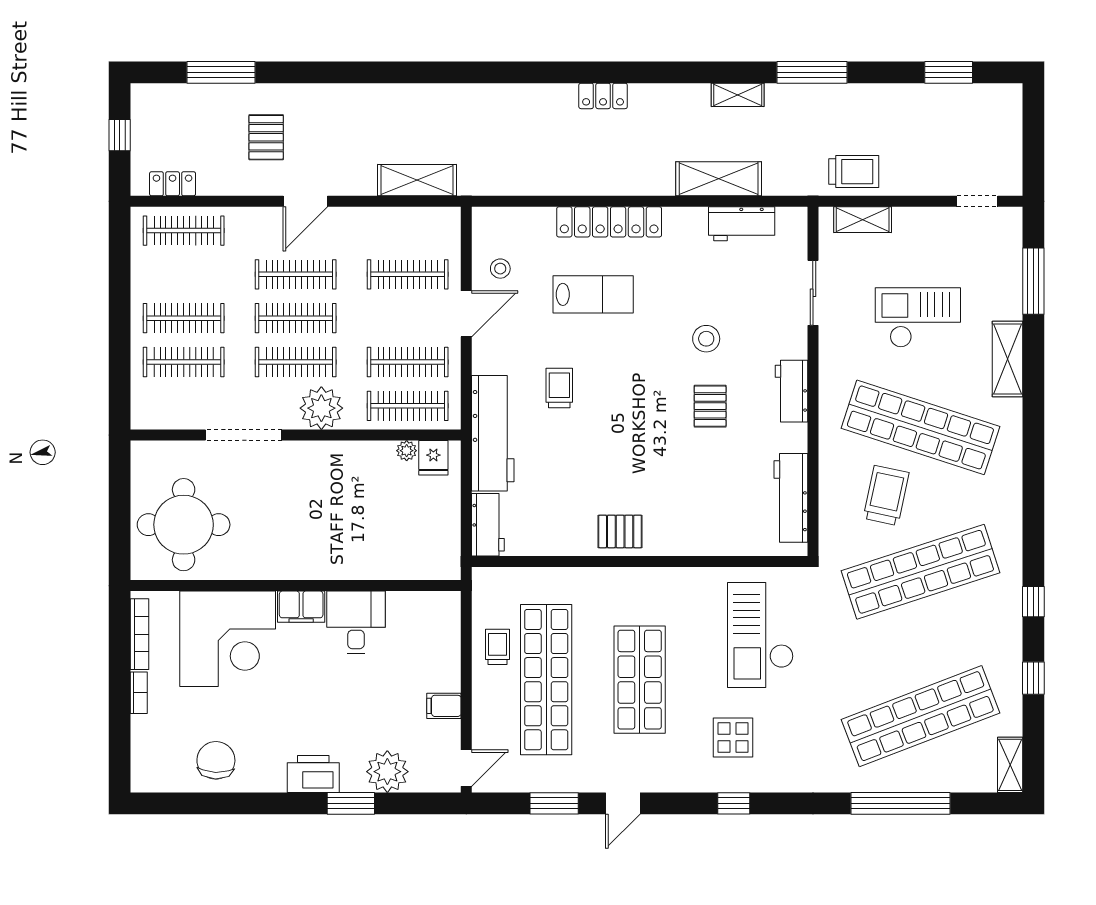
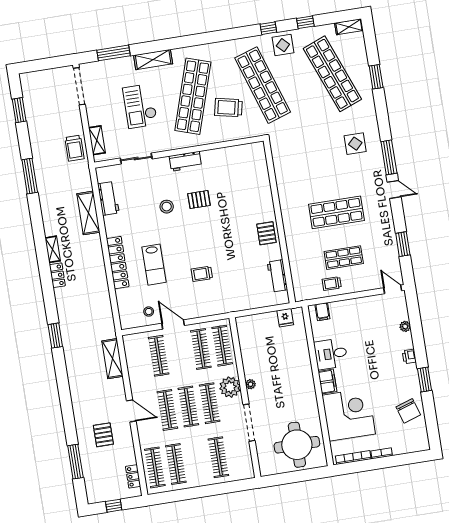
window: (482, 72) -> (55, 336), added
shelving: (738, 95) -> (53, 249), moved
pallet: (266, 137) -> (103, 435), turned 90
trolley: (854, 172) -> (74, 148), turned 180
doorway: (977, 201) -> (79, 86), width x1.87
lab bench: (593, 294) -> (154, 265), turned 180
clothes rail: (184, 318) -> (176, 464), moved
workbench: (493, 433) -> (229, 302), removed
plant: (407, 451) -> (251, 384), moved
fridge: (433, 458) -> (285, 318), moved, turned 90
workbench: (791, 498) -> (237, 153), removed
workbench: (488, 525) -> (277, 276), moved, turned -90
display table: (995, 626) -> (283, 45), added
checkout: (760, 635) -> (306, 157), removed
shop shelf: (546, 680) -> (344, 258), width x0.50, depth x0.74
filing cabinet: (444, 706) -> (322, 312), moved
display table: (733, 738) -> (355, 144), moved
chair: (216, 760) -> (408, 411), turned -110
plant: (387, 772) -> (405, 326), width x0.53, depth x0.53
printer: (313, 774) -> (409, 356), width x0.53, depth x0.68
window: (351, 803) -> (425, 379), moved
door: (623, 803) -> (394, 189), moved
window: (734, 803) -> (389, 157), width x2.17
window: (901, 803) -> (376, 77), width x0.47

